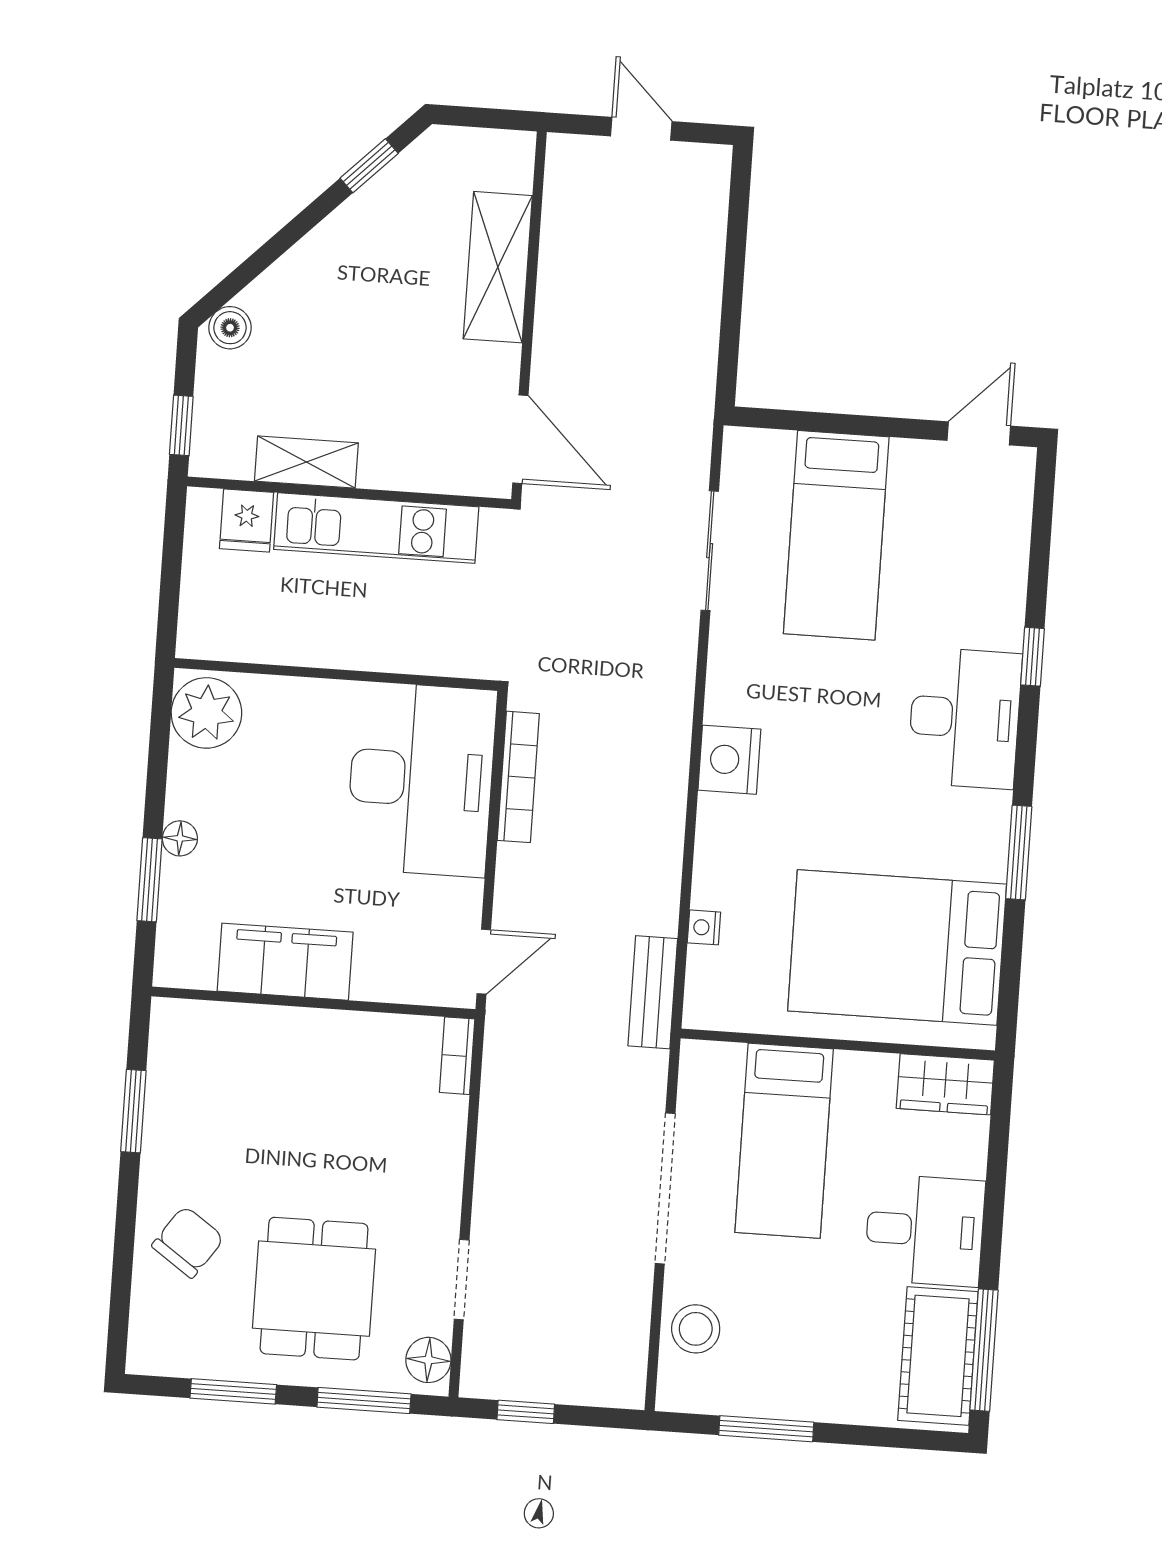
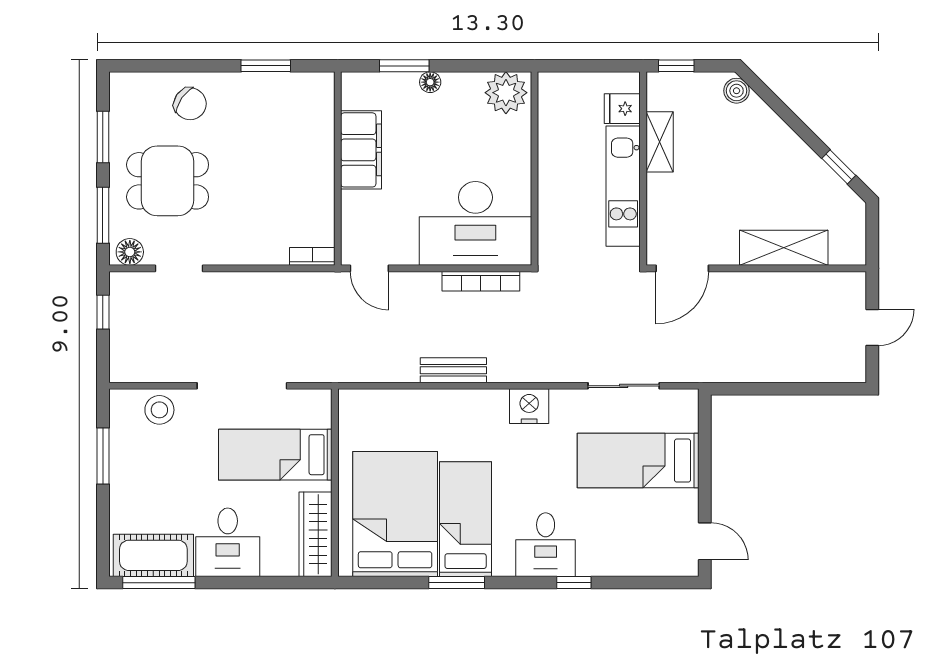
desk: (965, 718) -> (546, 545), width x0.73
nightstand: (729, 760) -> (529, 406), moved
bed: (914, 830) -> (466, 519), added
nightstand: (704, 927) -> (399, 398), removed
bench: (653, 992) -> (453, 370), moved
wardrobe: (945, 1084) -> (316, 534), width x1.50

